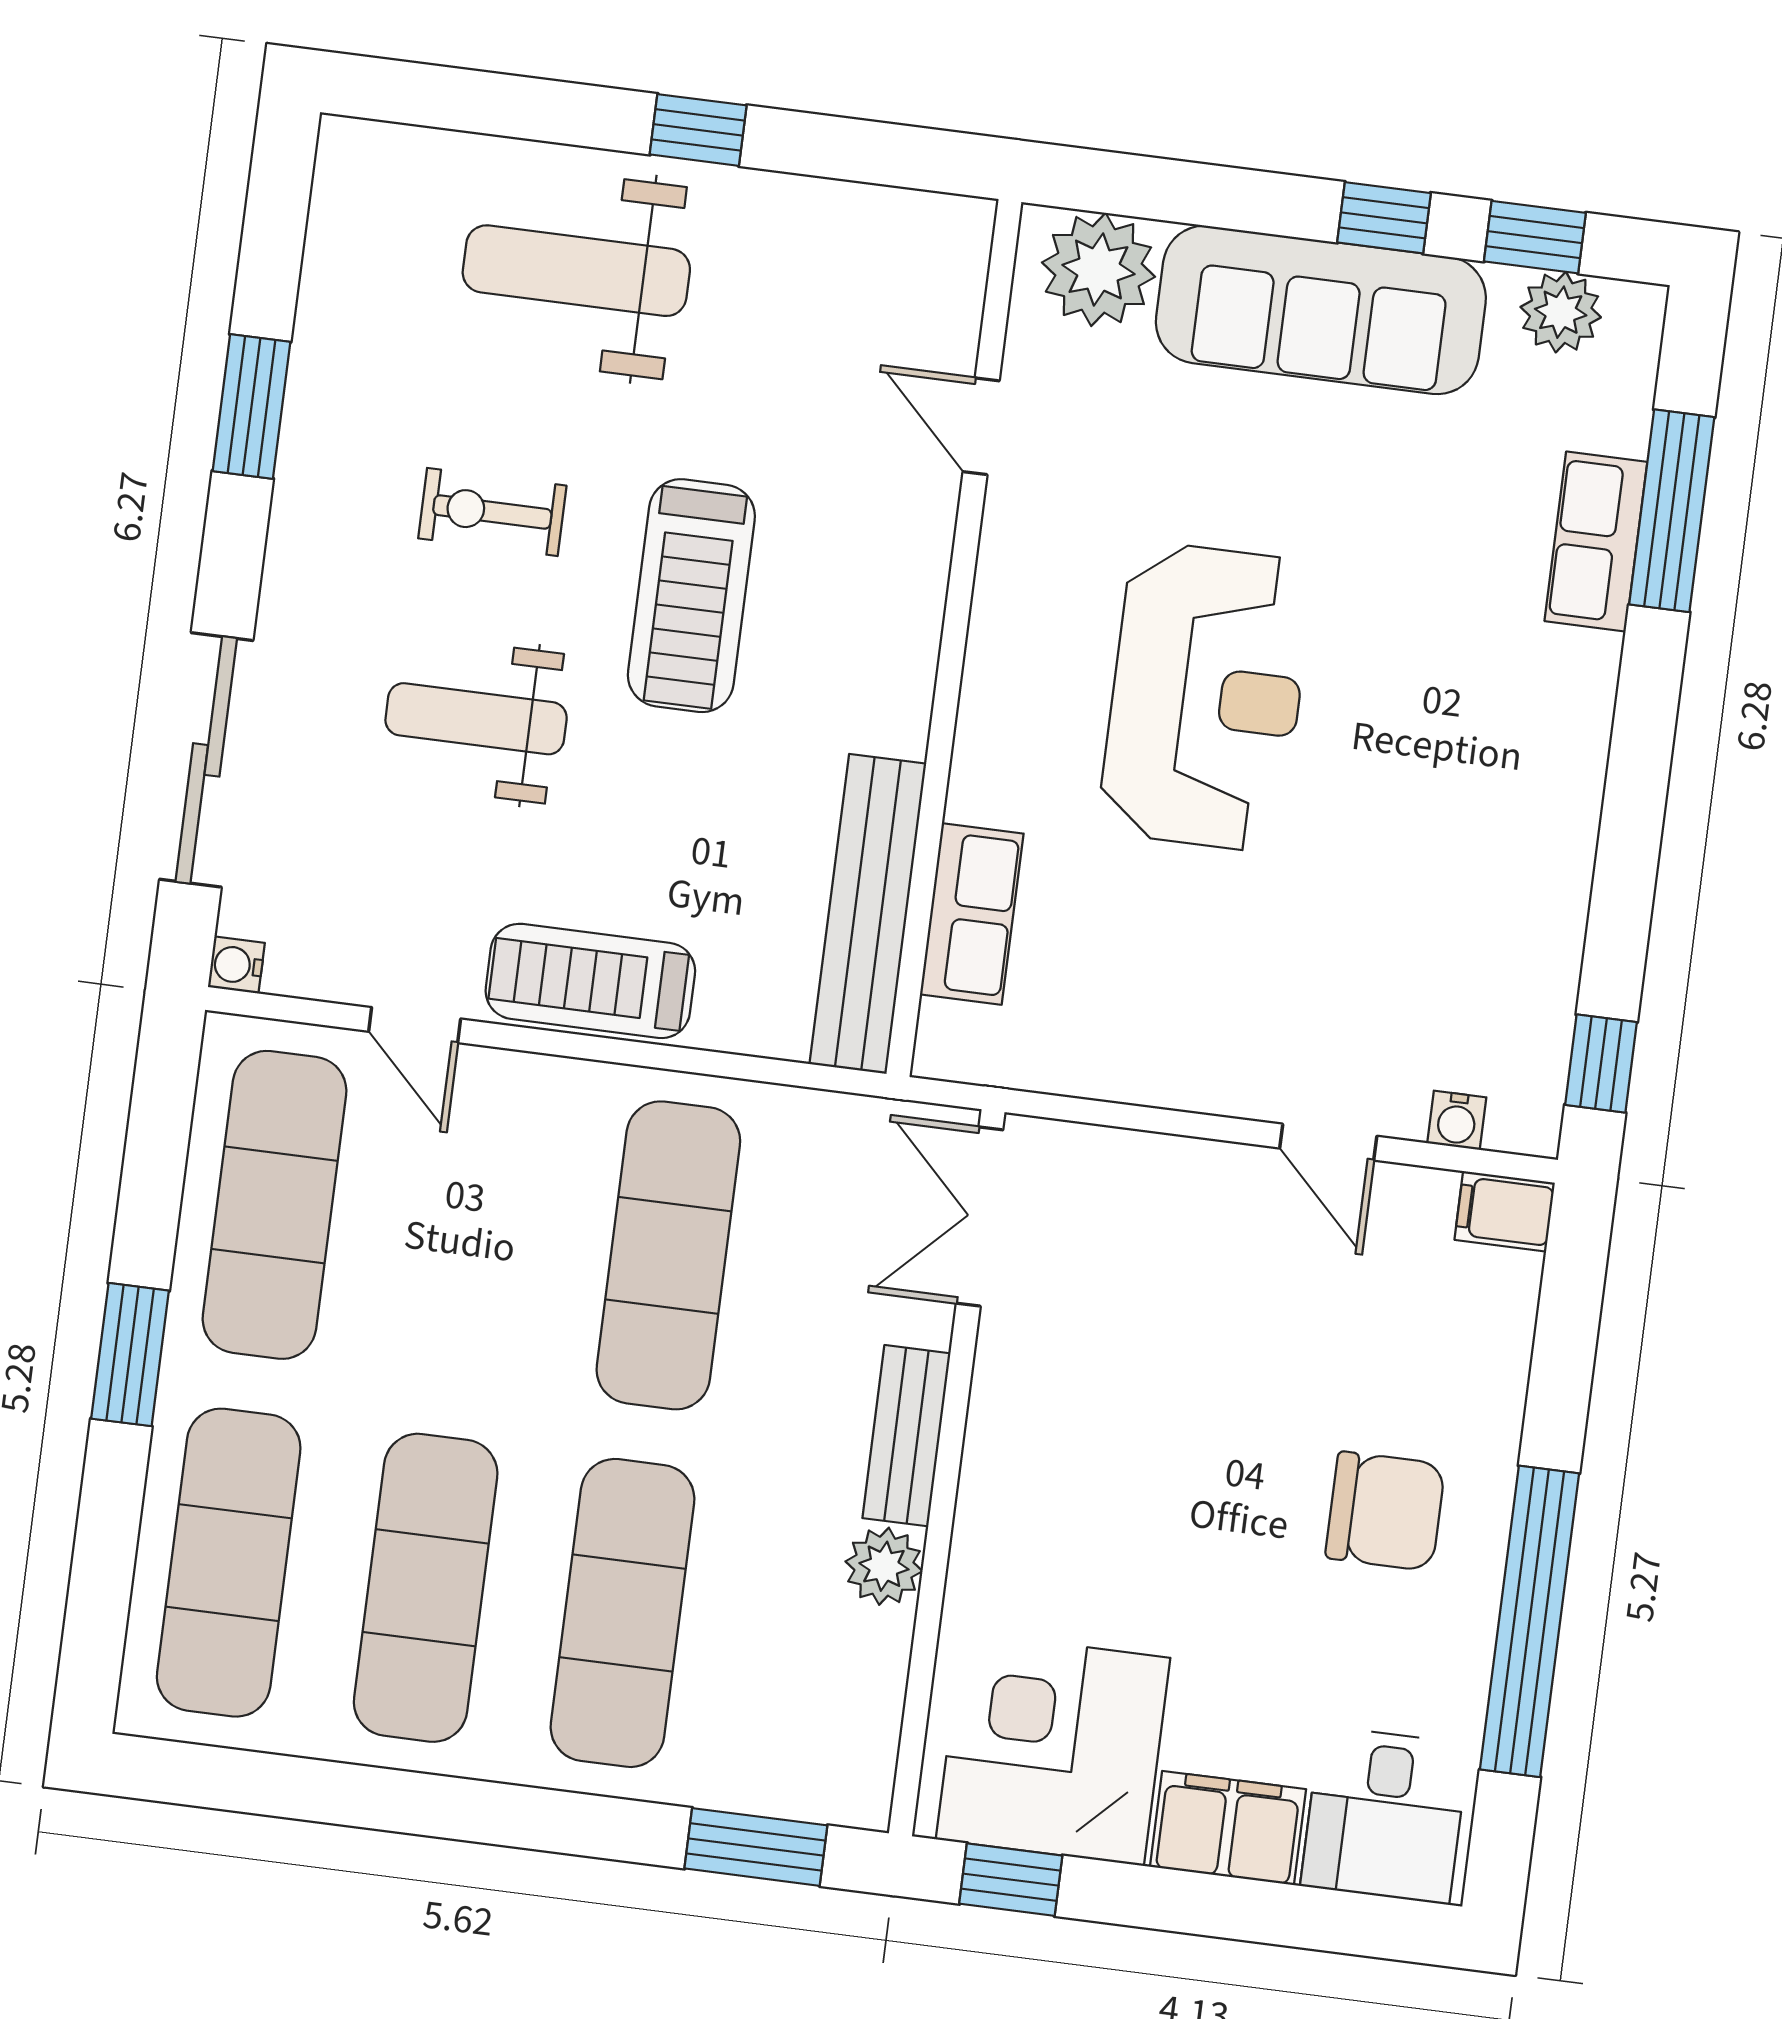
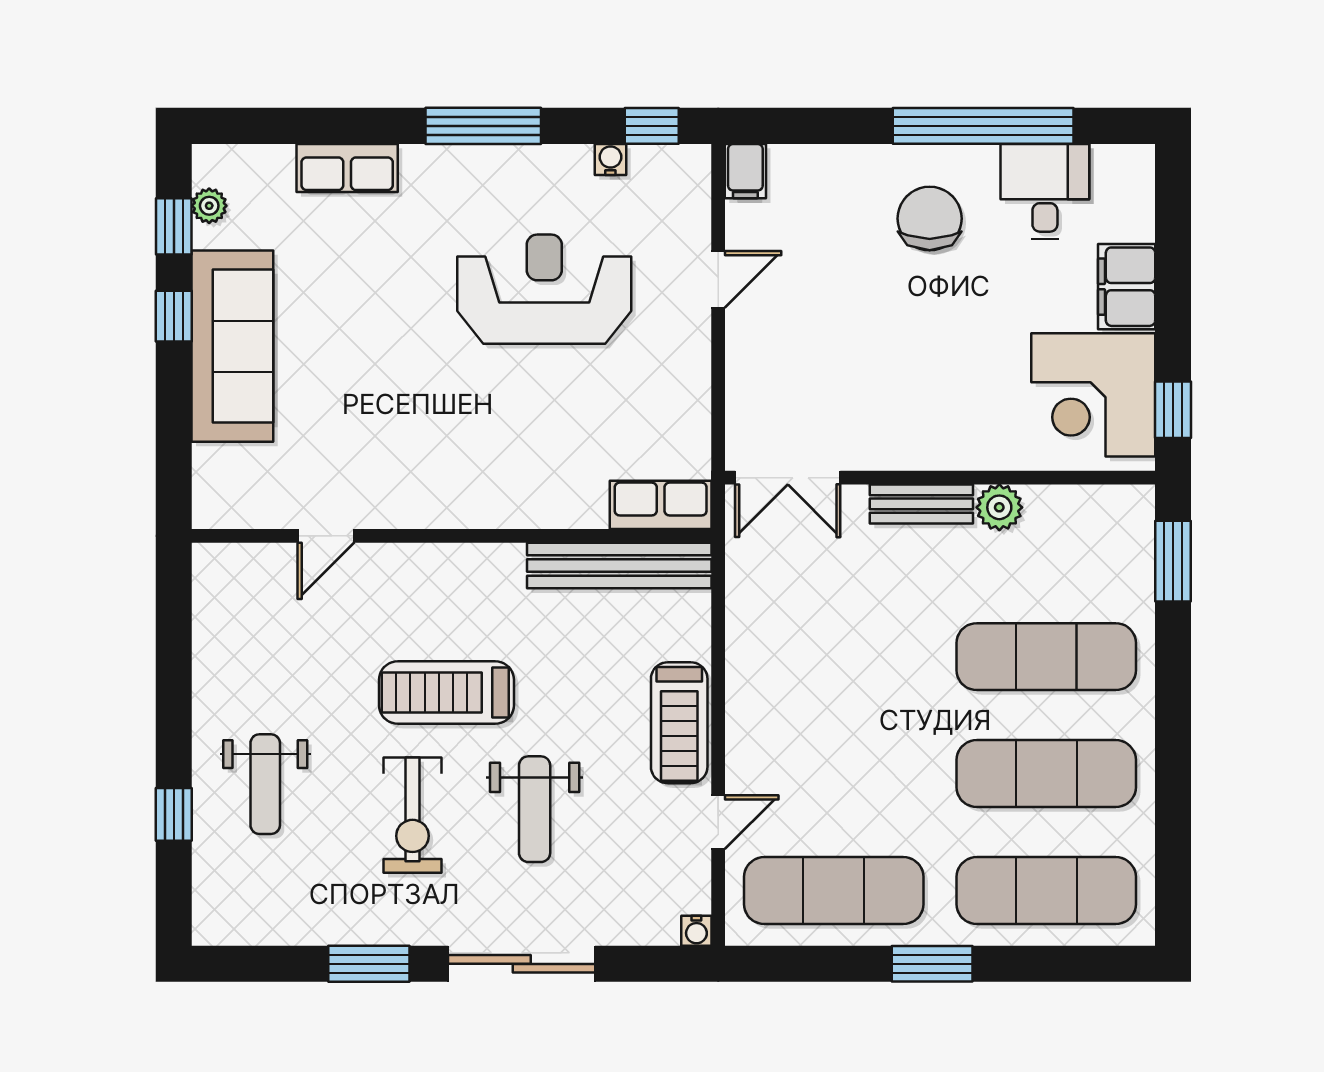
window: (698, 130) -> (174, 814), moved
plant: (1098, 270) -> (225, 479), removed
weight bench: (576, 271) -> (265, 784), width x0.73, depth x0.75
plant: (1561, 312) -> (209, 206), width x0.73, depth x0.73
window: (1672, 511) -> (483, 126), moved
exercise bike: (492, 512) -> (413, 815), width x1.38, depth x1.39
treadmill: (691, 596) -> (447, 693), turned 180
reception desk: (1206, 697) -> (544, 289), moved
sliding door: (206, 760) -> (522, 964), moved
row of seats: (972, 914) -> (661, 505), moved
water cooler: (1457, 1120) -> (610, 159), moved, turned -90
exercise mat: (668, 1255) -> (834, 657), removed
desk: (1385, 1815) -> (1045, 192), moved, turned -90

